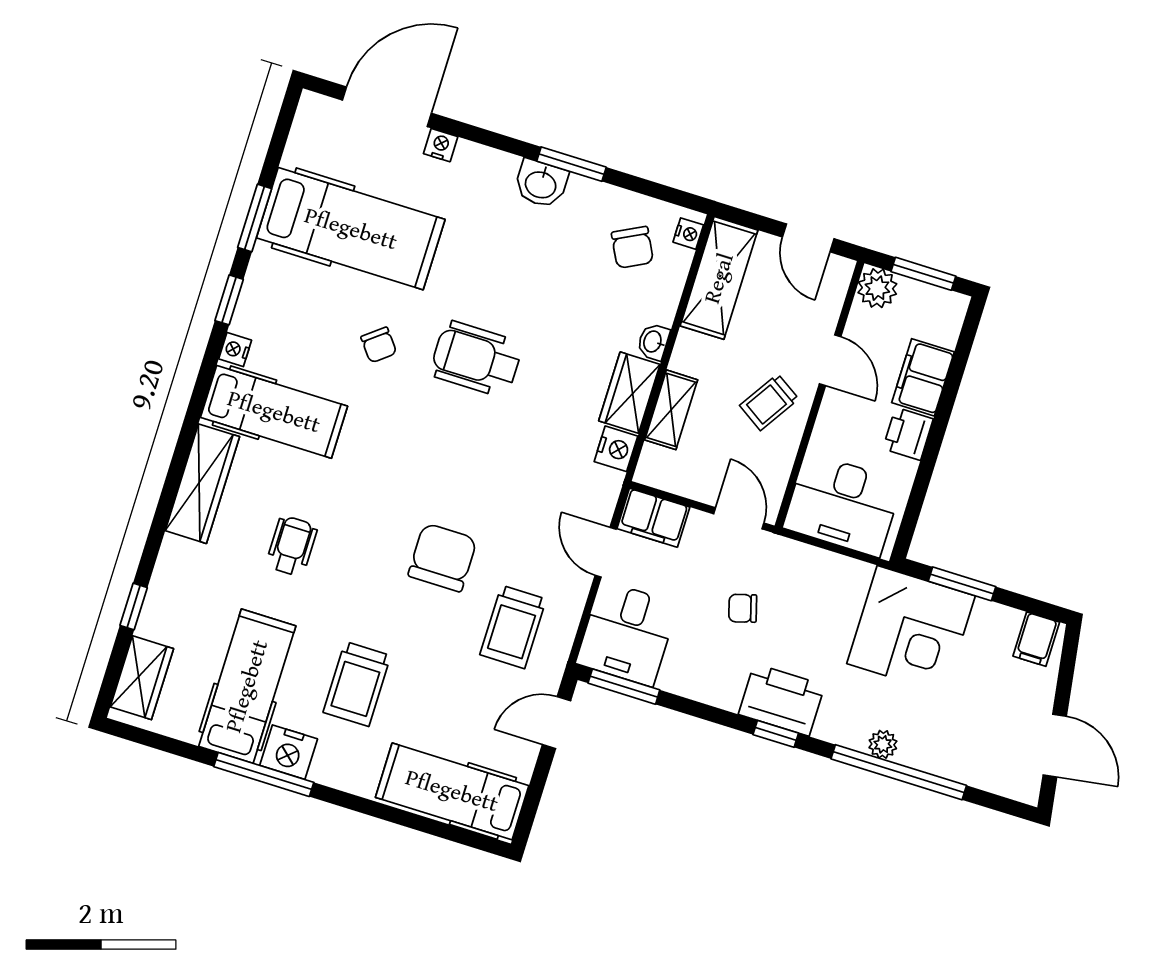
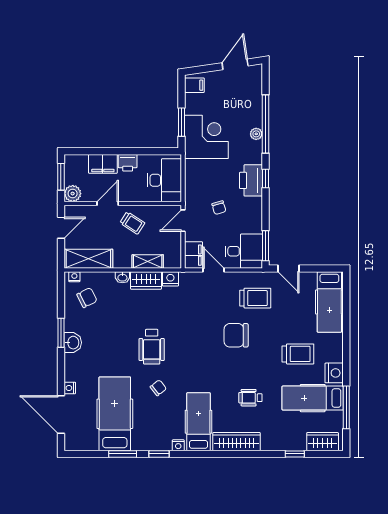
door: (606, 552) -> (213, 270), swing flipped
window: (264, 774) -> (346, 407), moved

